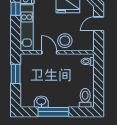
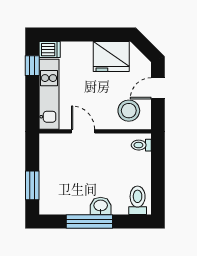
stool: (65, 41) -> (129, 111), moved
window: (16, 74) -> (32, 185), moved
washbasin: (41, 102) -> (101, 206), moved

